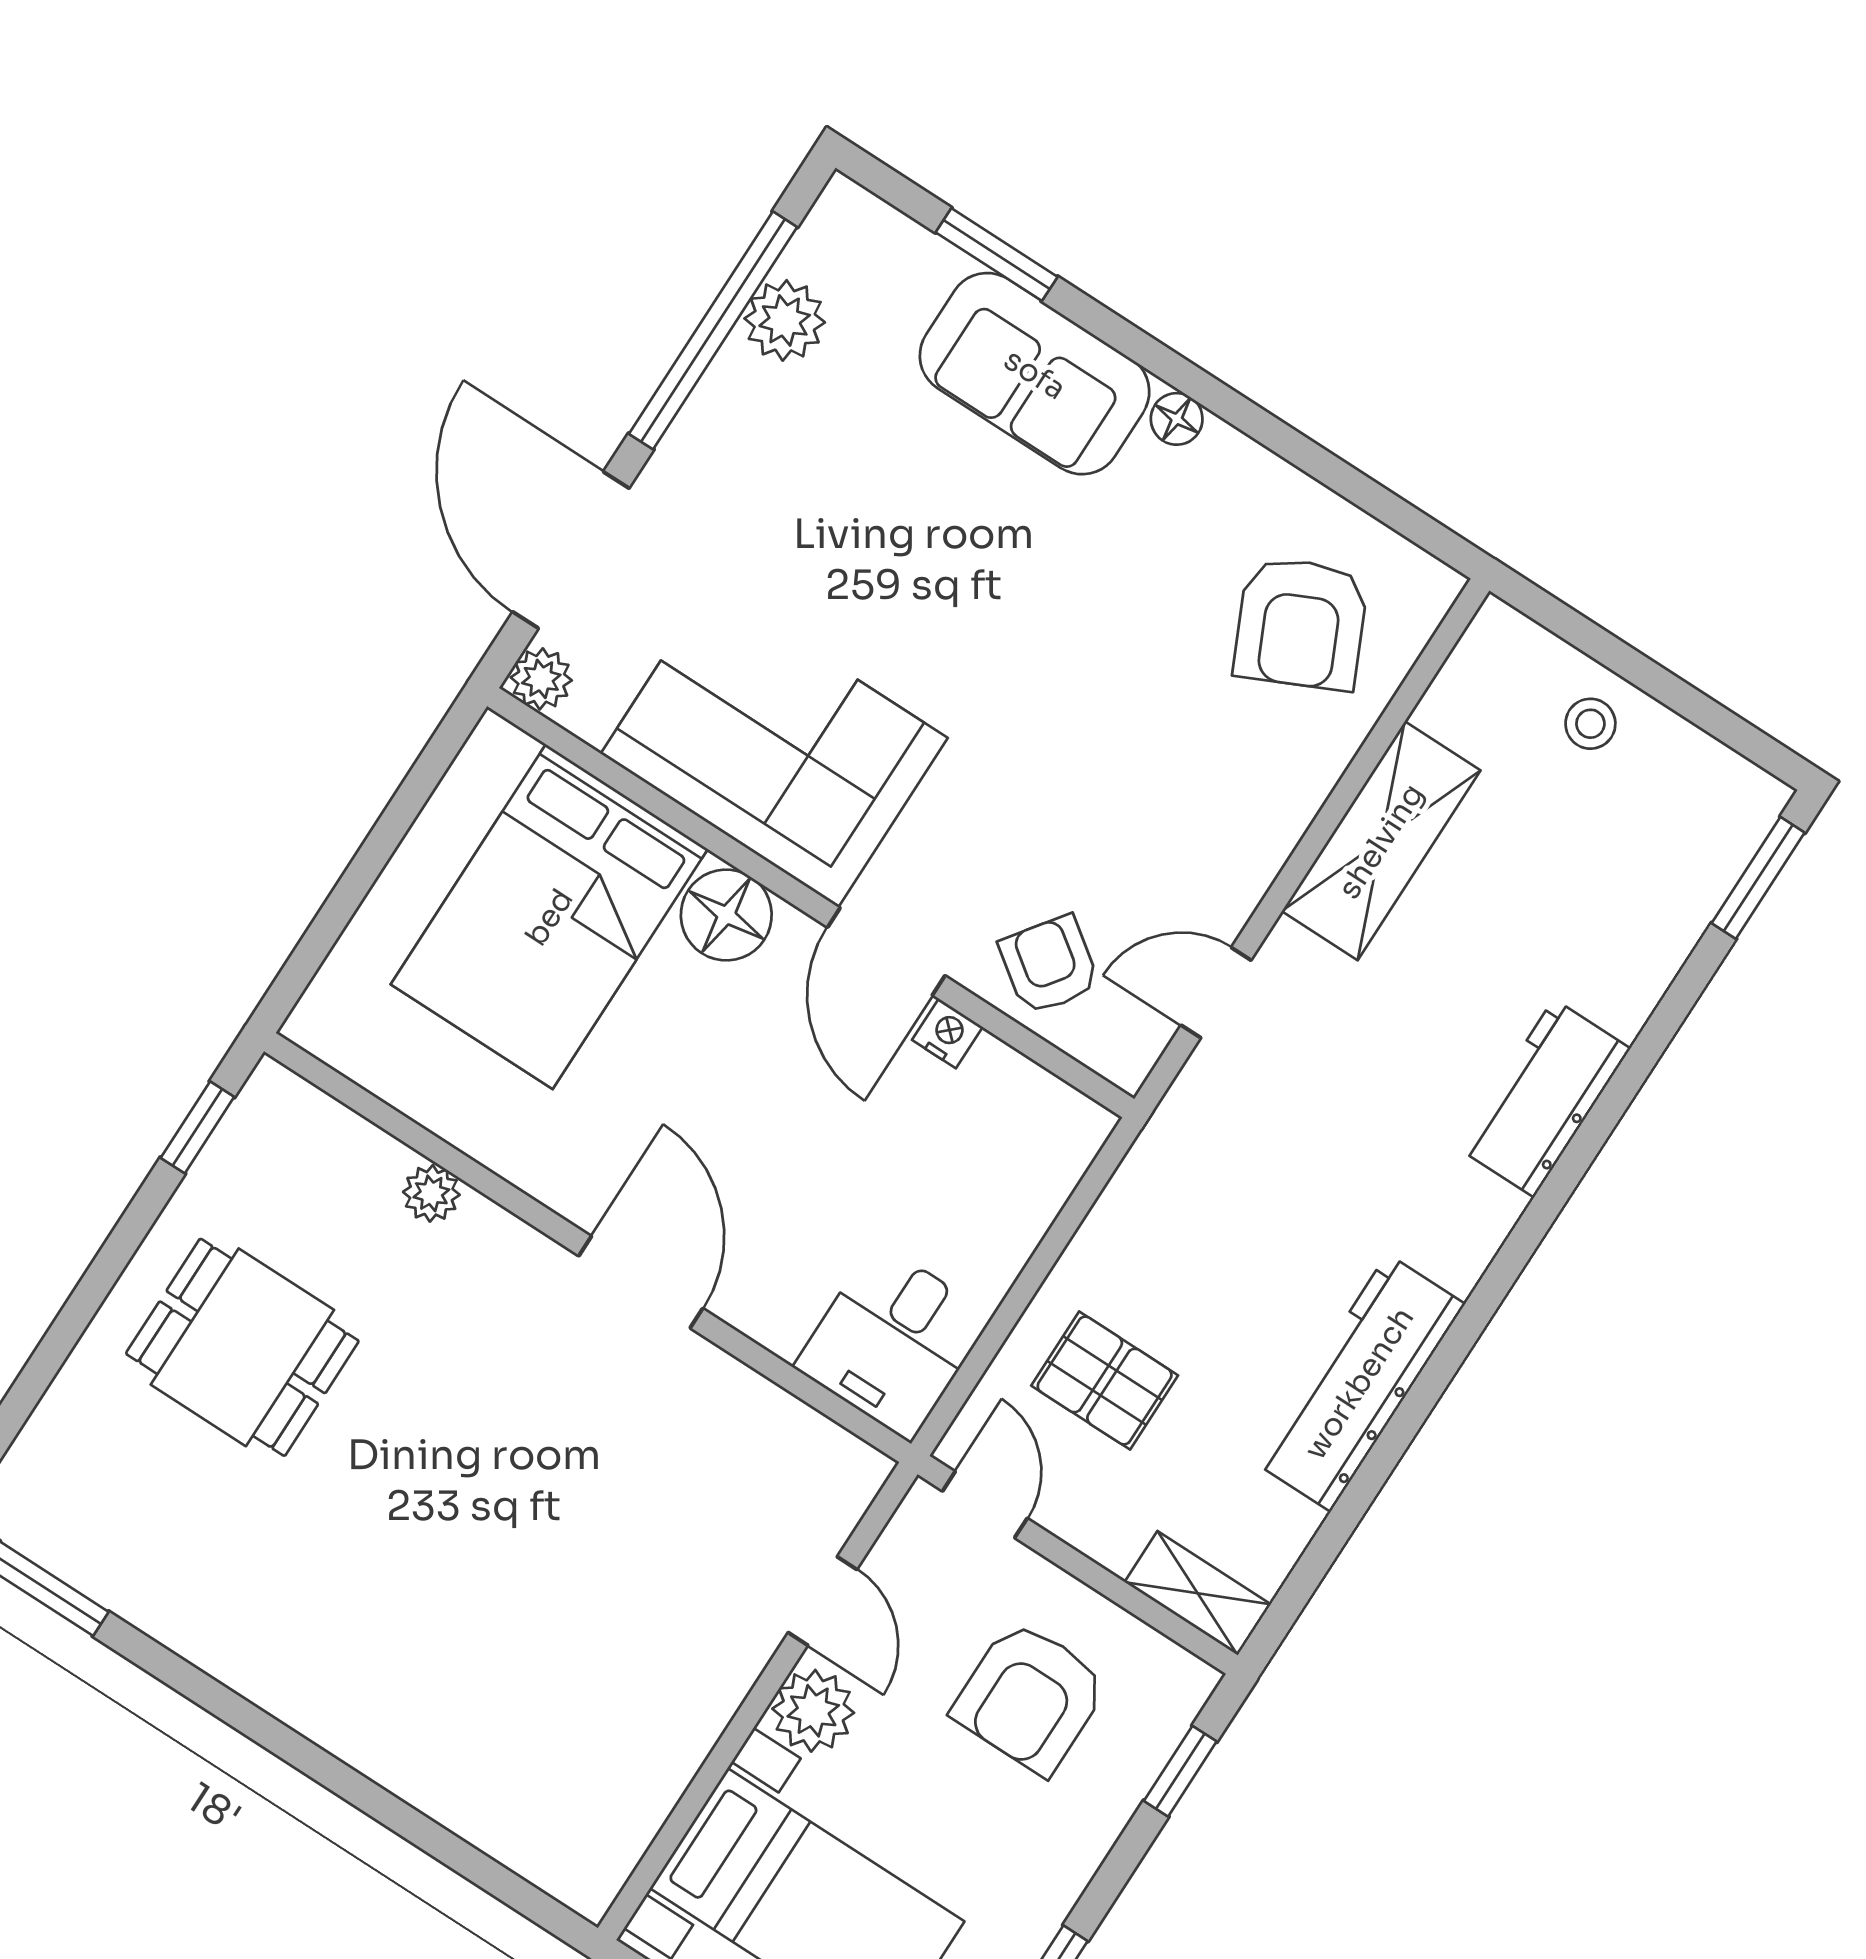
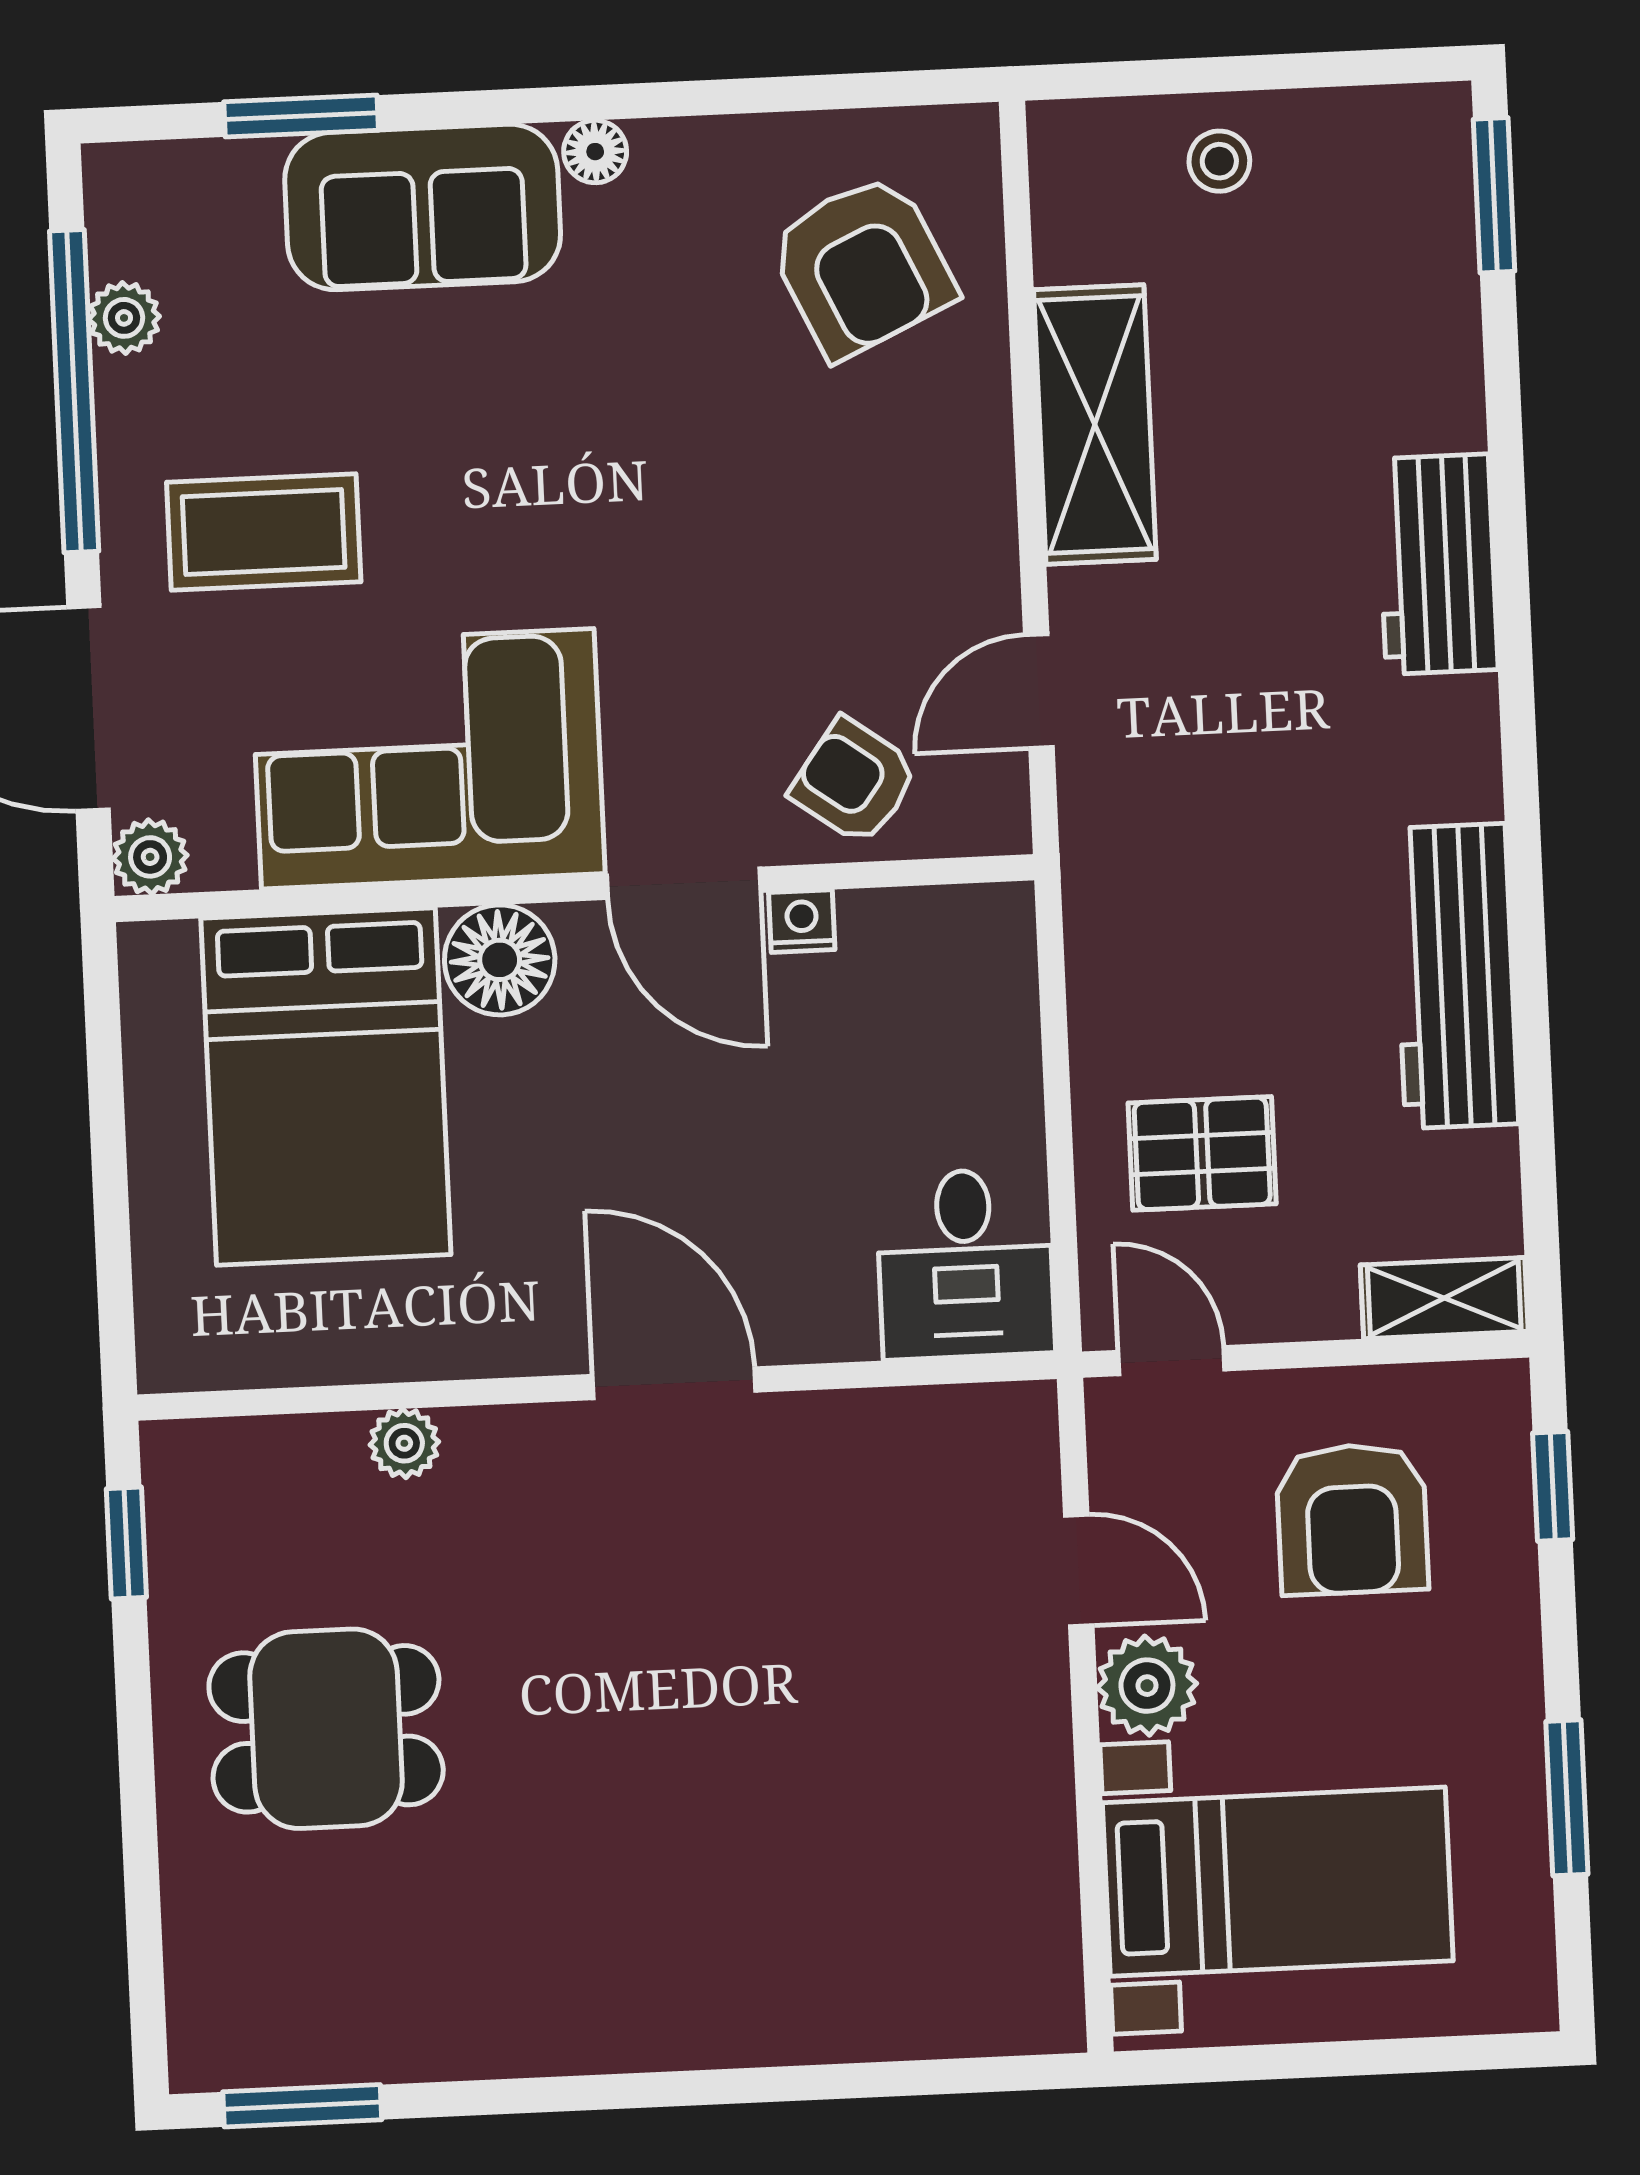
plant: (785, 320) -> (124, 318), width x0.73, depth x0.73
coffee table: (773, 515) -> (264, 532), added

